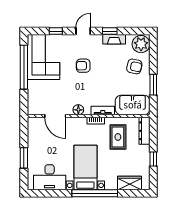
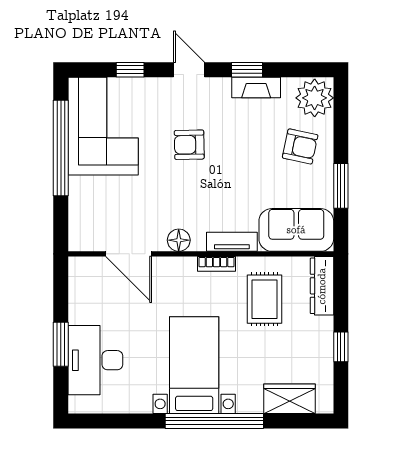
door: (83, 31) -> (189, 70), hinge flipped
desk: (50, 177) -> (95, 360), moved, turned 90

